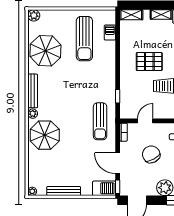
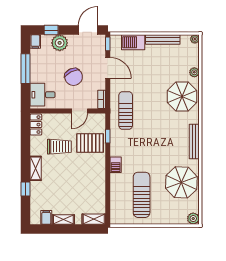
barbecue: (110, 33) -> (116, 165), moved
pallet: (149, 62) -> (90, 143), moved
plant: (33, 114) -> (194, 72), moved
barbecue: (104, 188) -> (133, 42), moved

